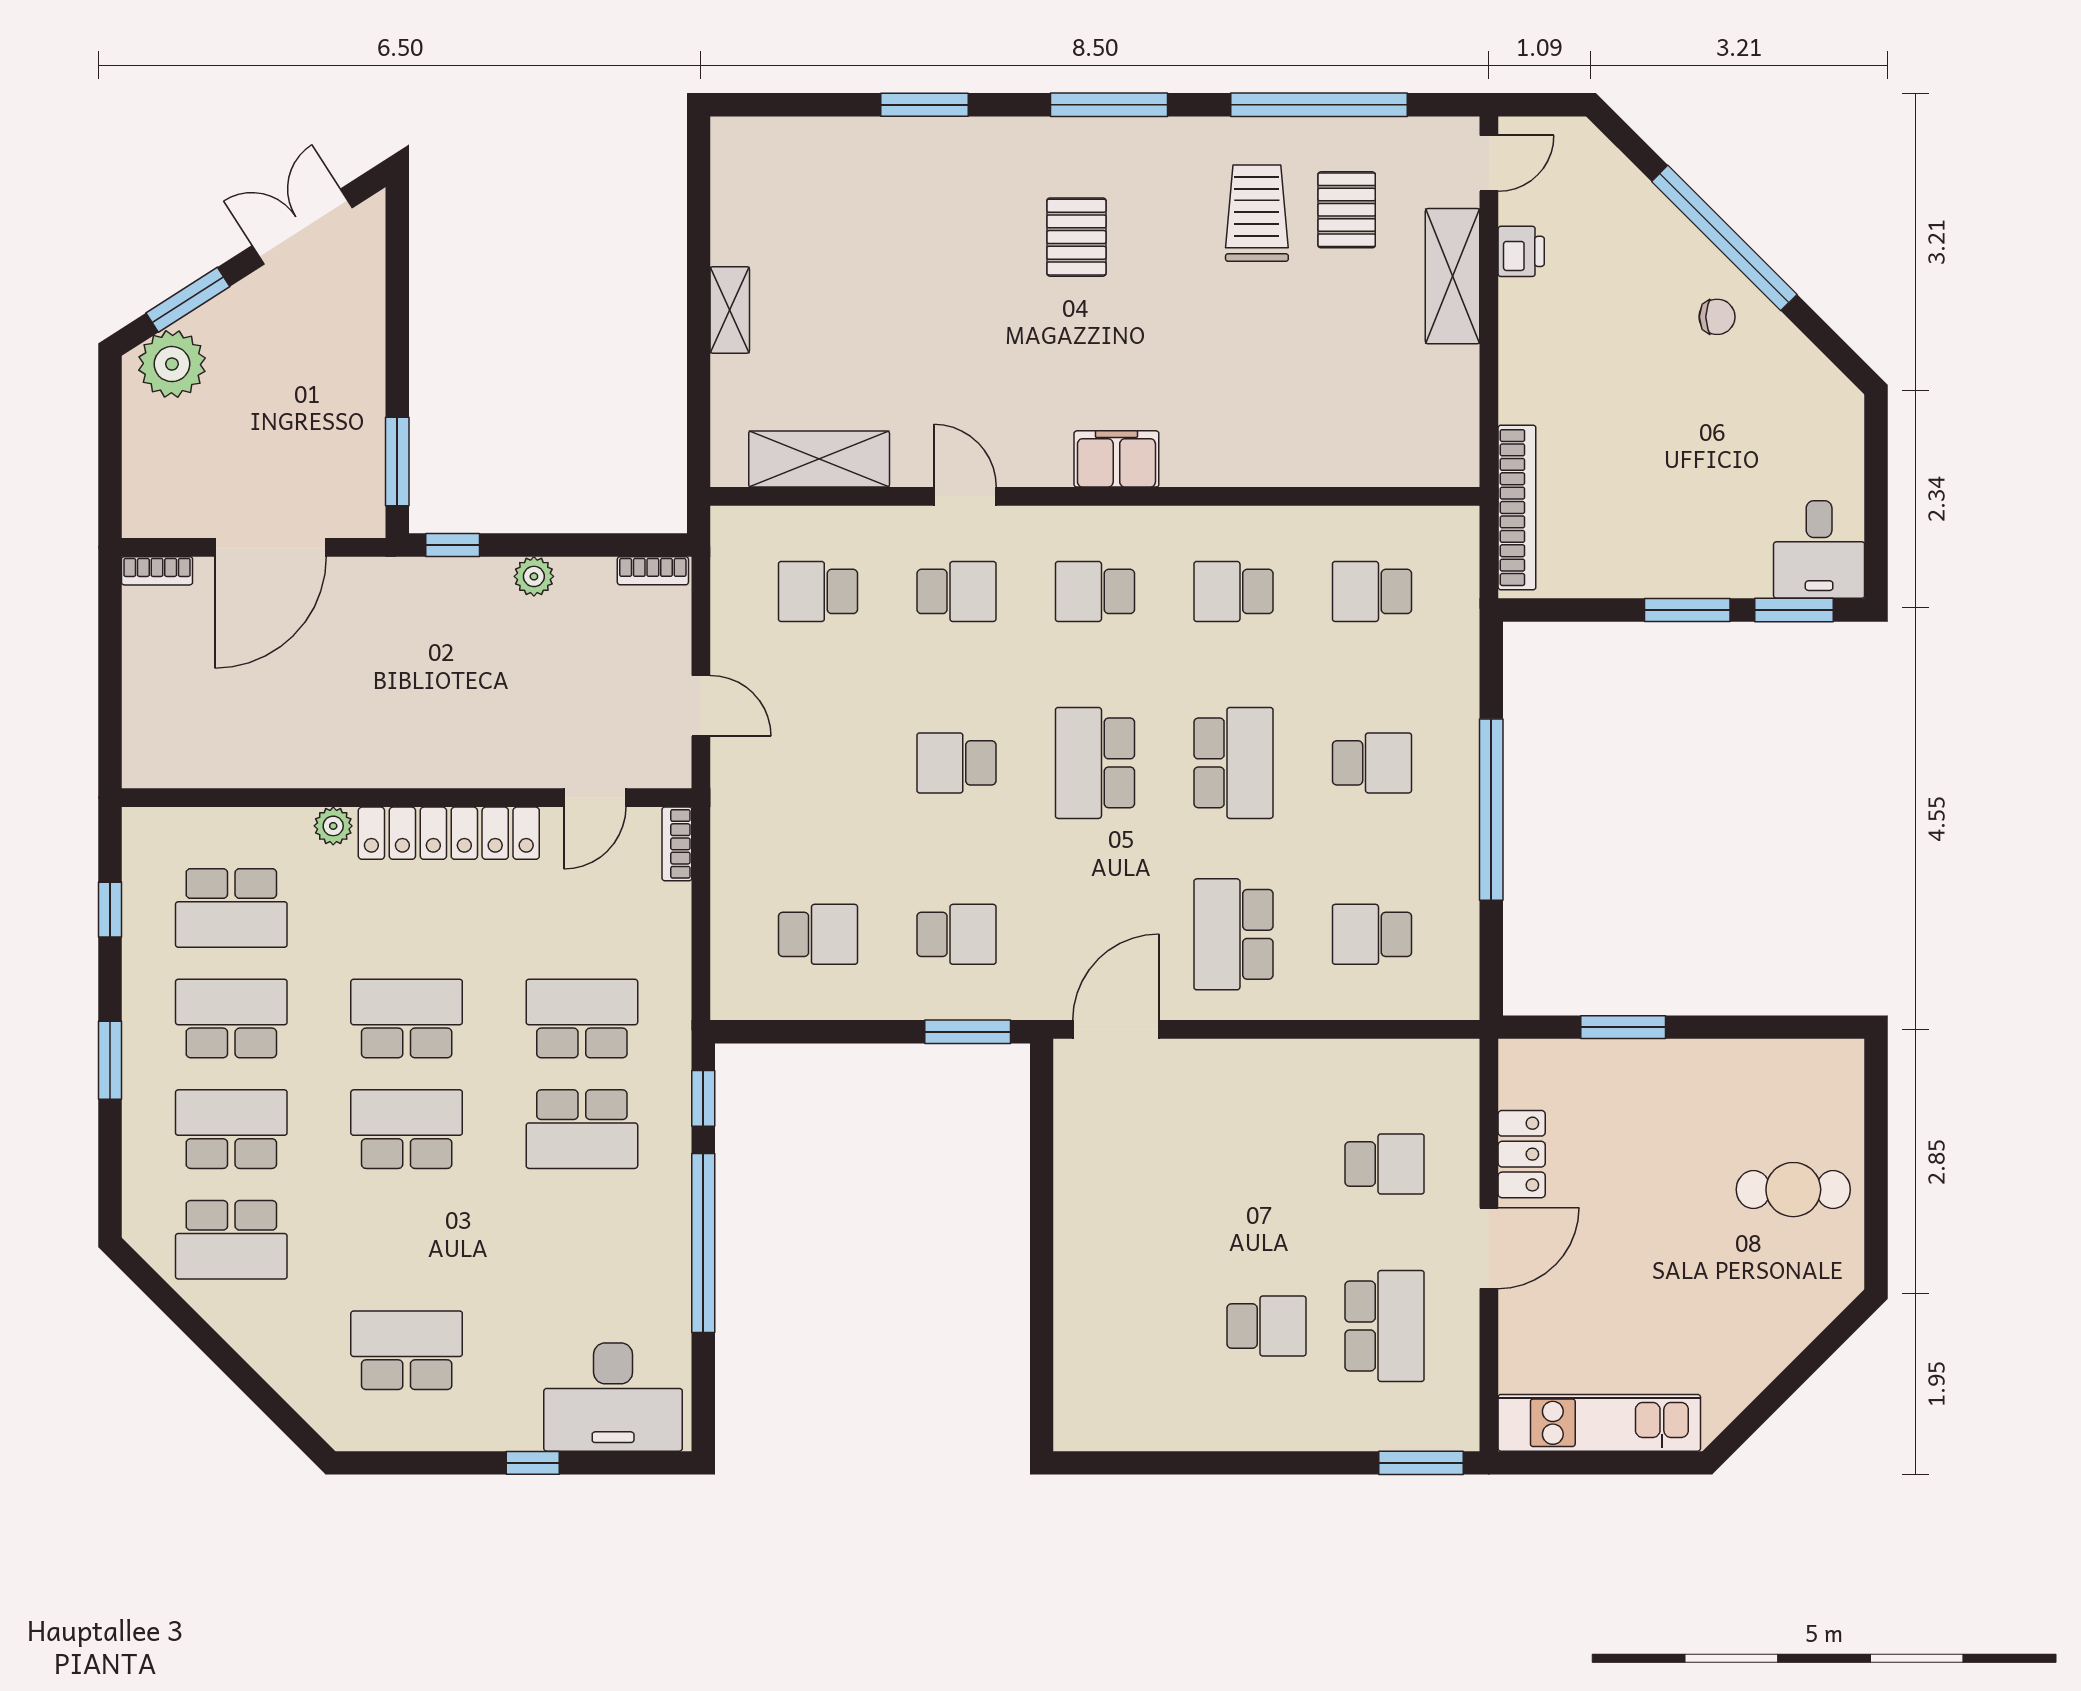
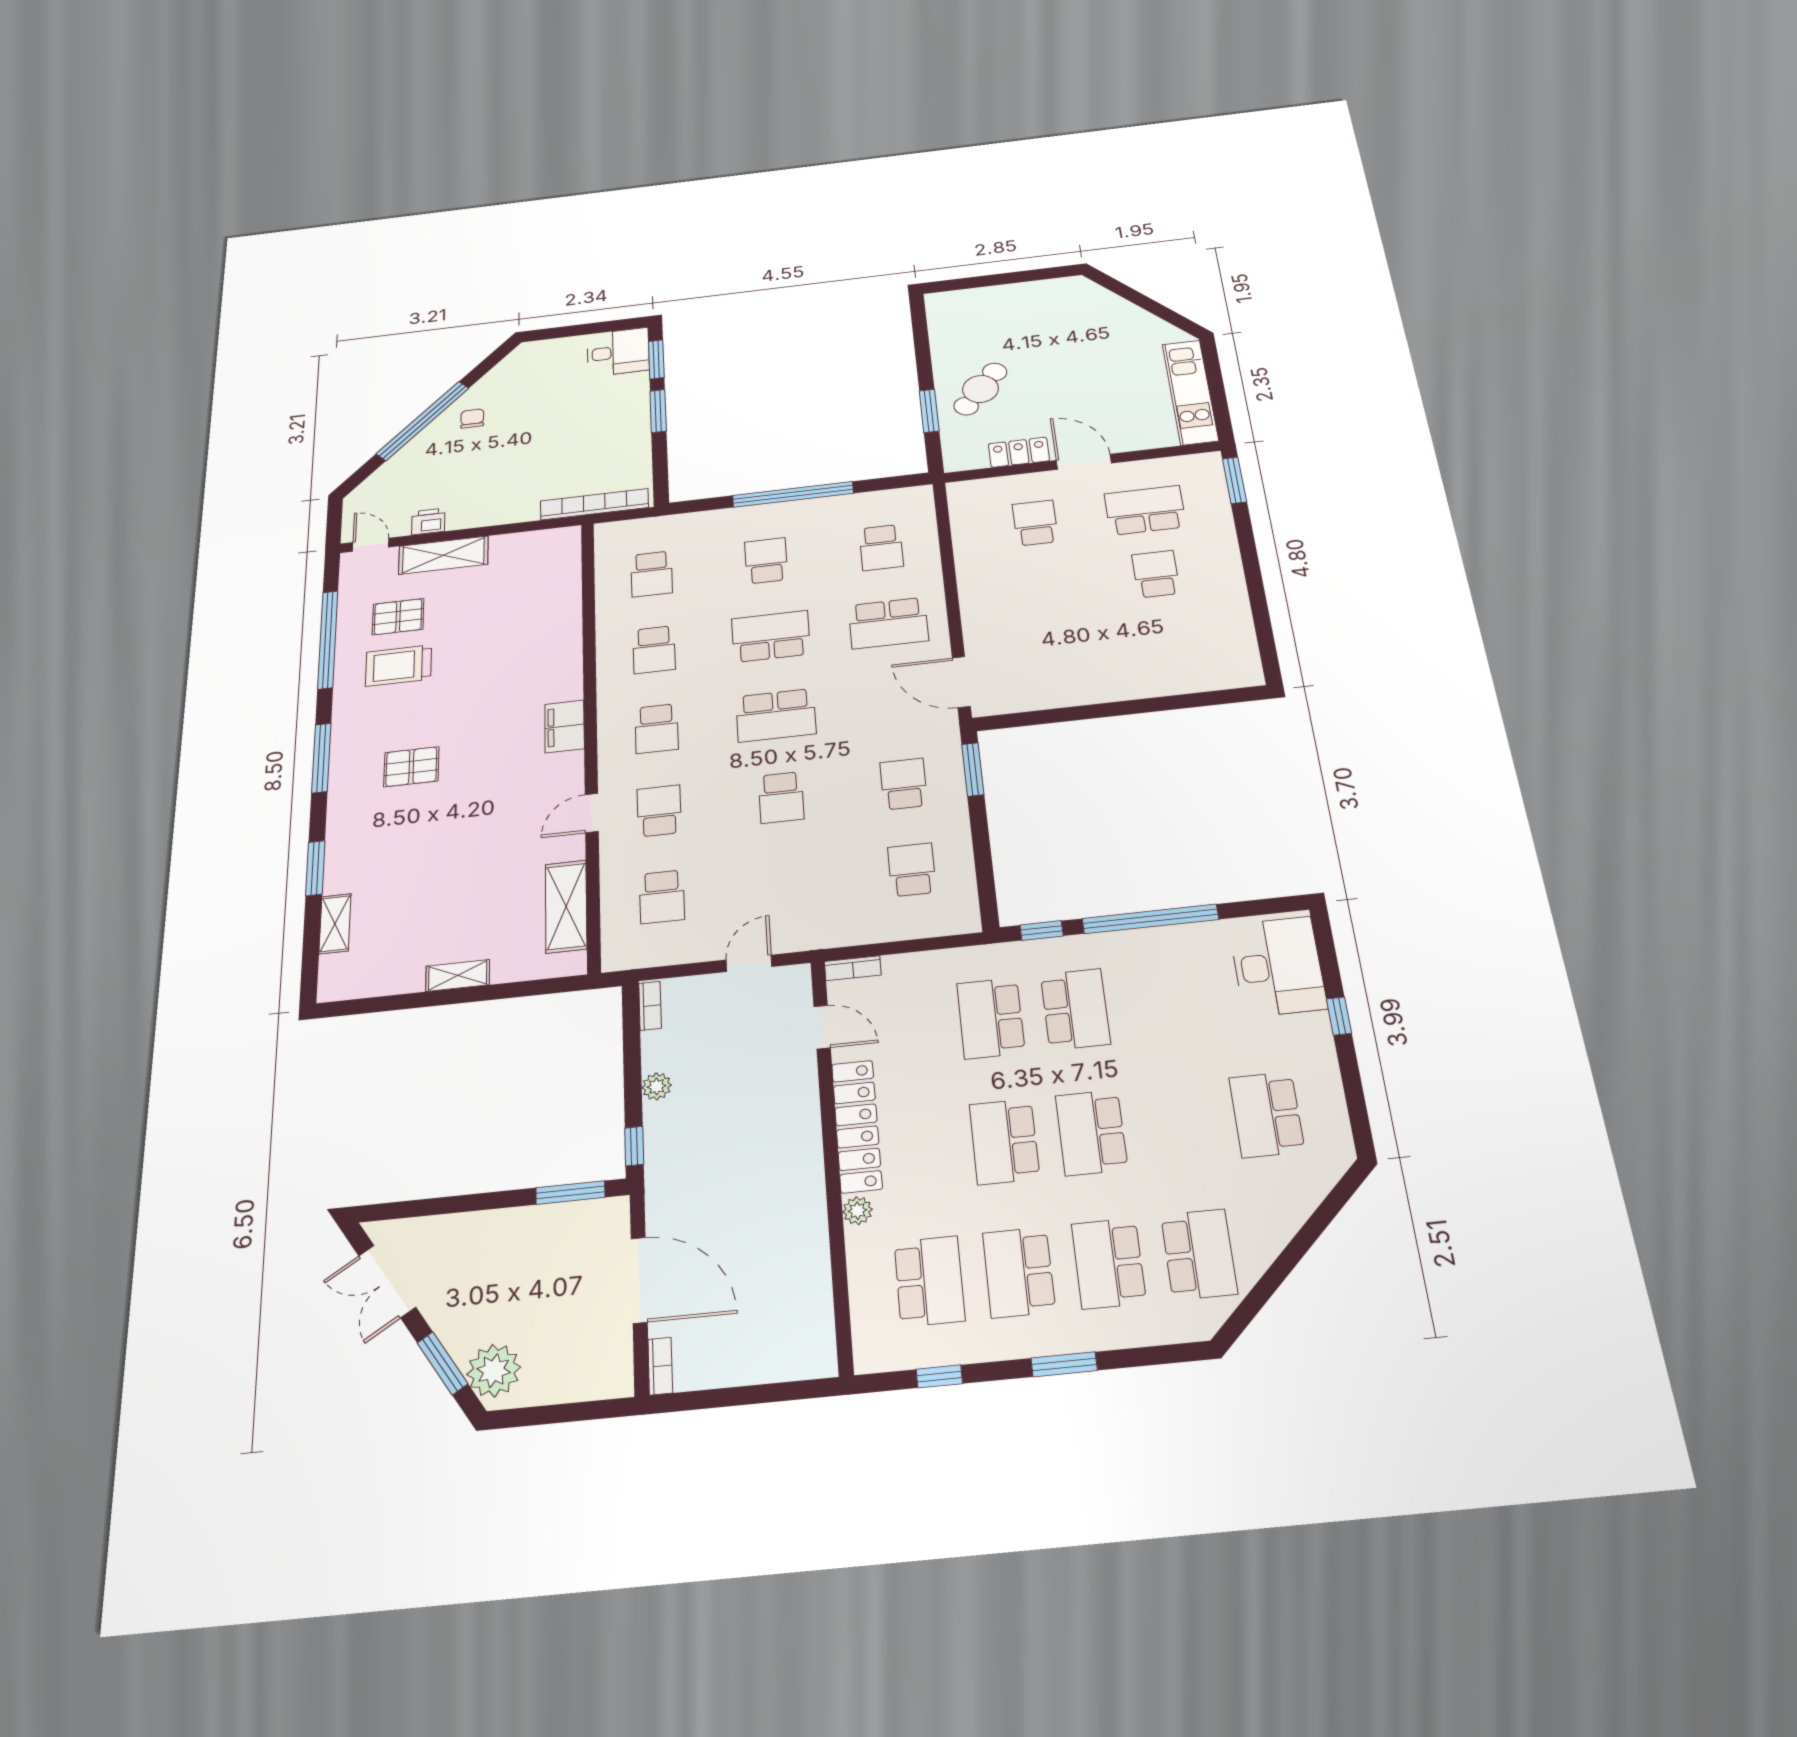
shelving: (831, 137) -> (335, 924), added
cafe table: (1793, 1190) -> (980, 389), moved, turned 39

